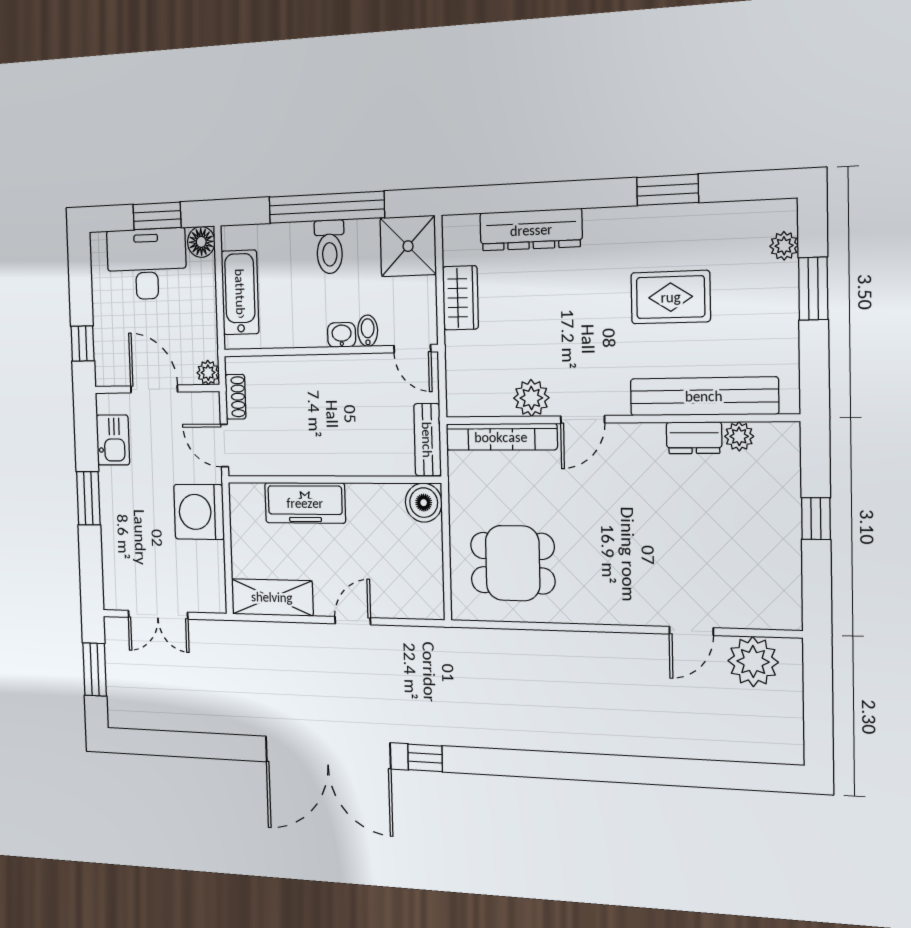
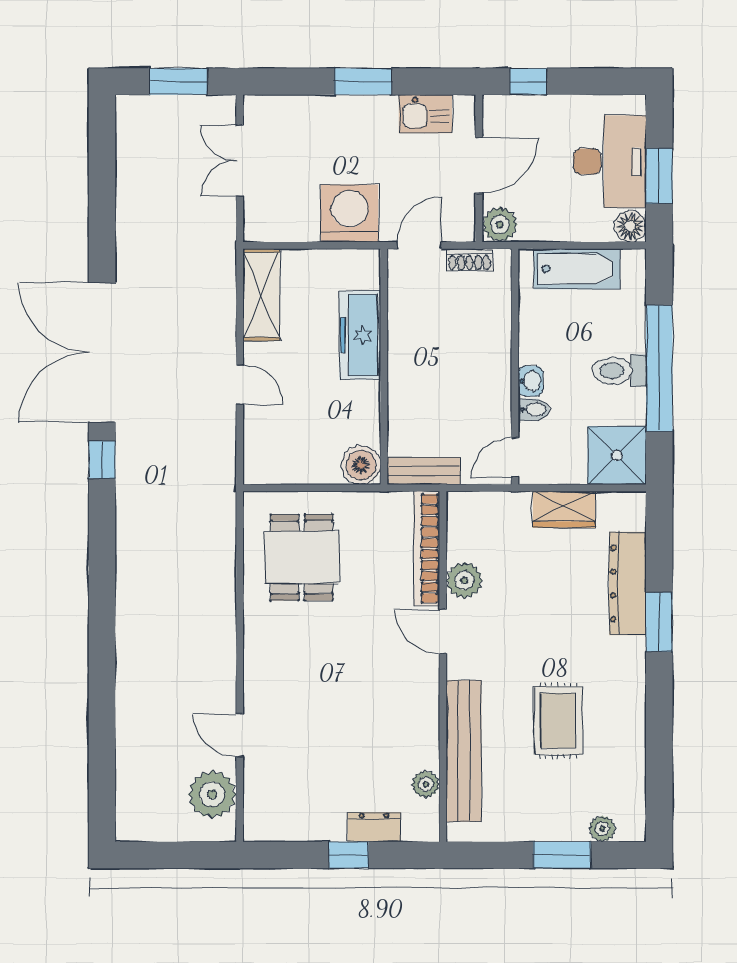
window: (668, 190) -> (659, 622), moved
plant: (208, 373) -> (500, 224), width x1.38, depth x1.38
dresser: (694, 438) -> (374, 827), moved, turned 90

